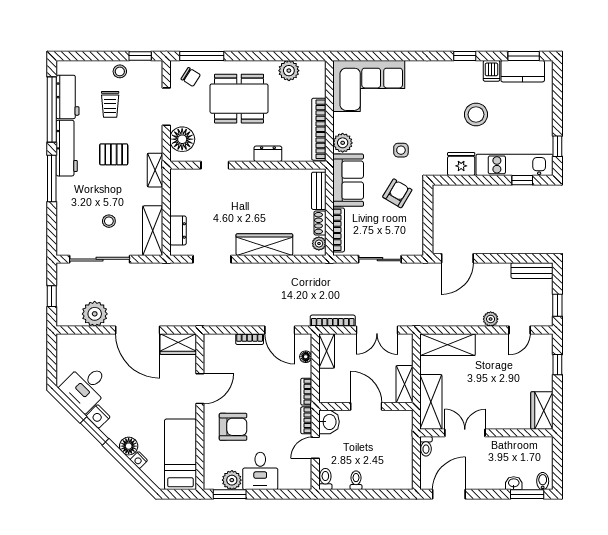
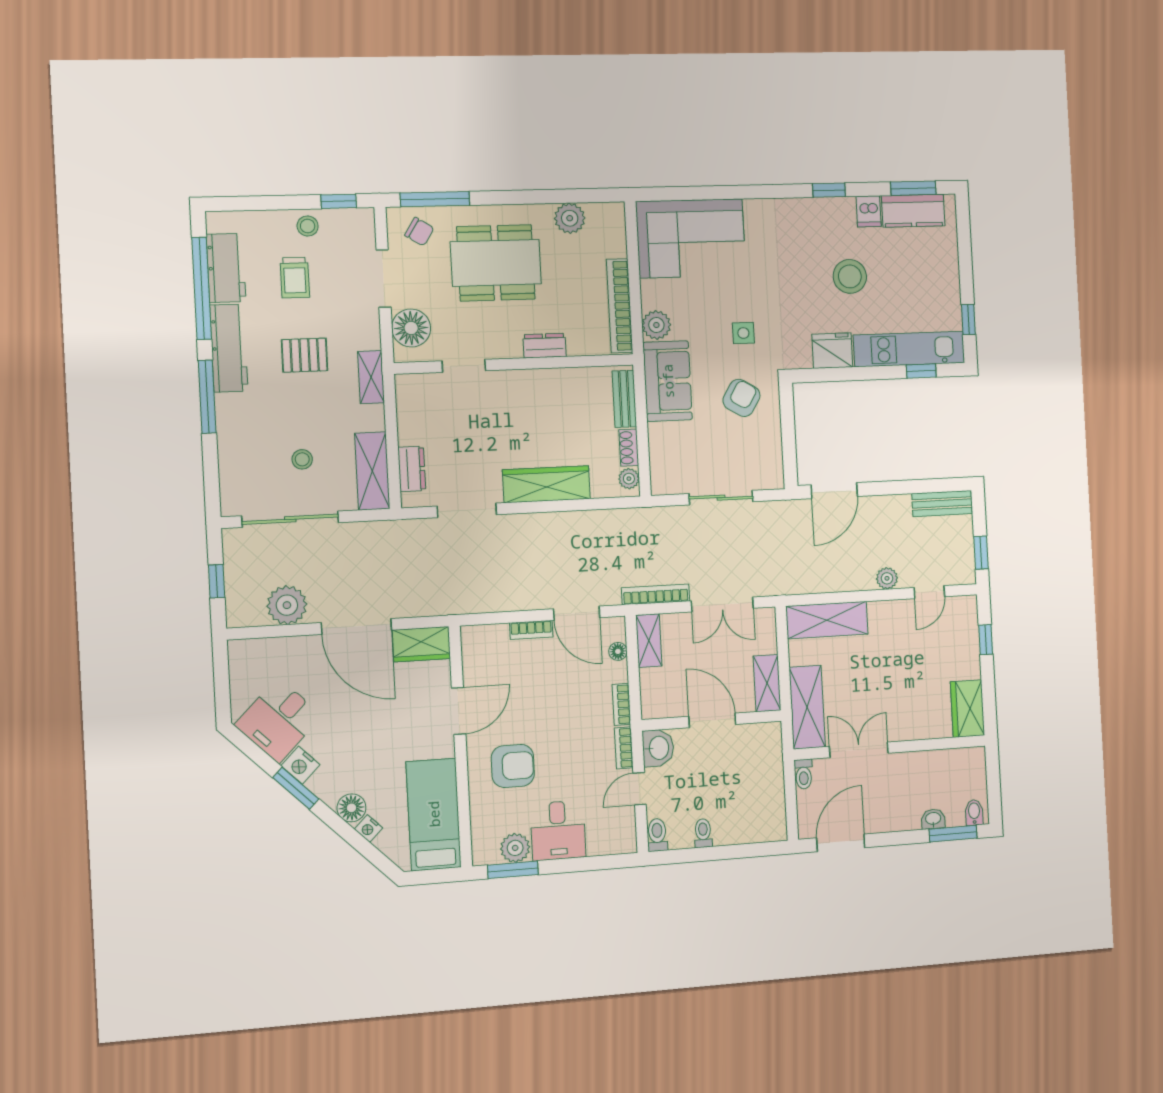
bookcase: (339, 230) -> (657, 457), removed

